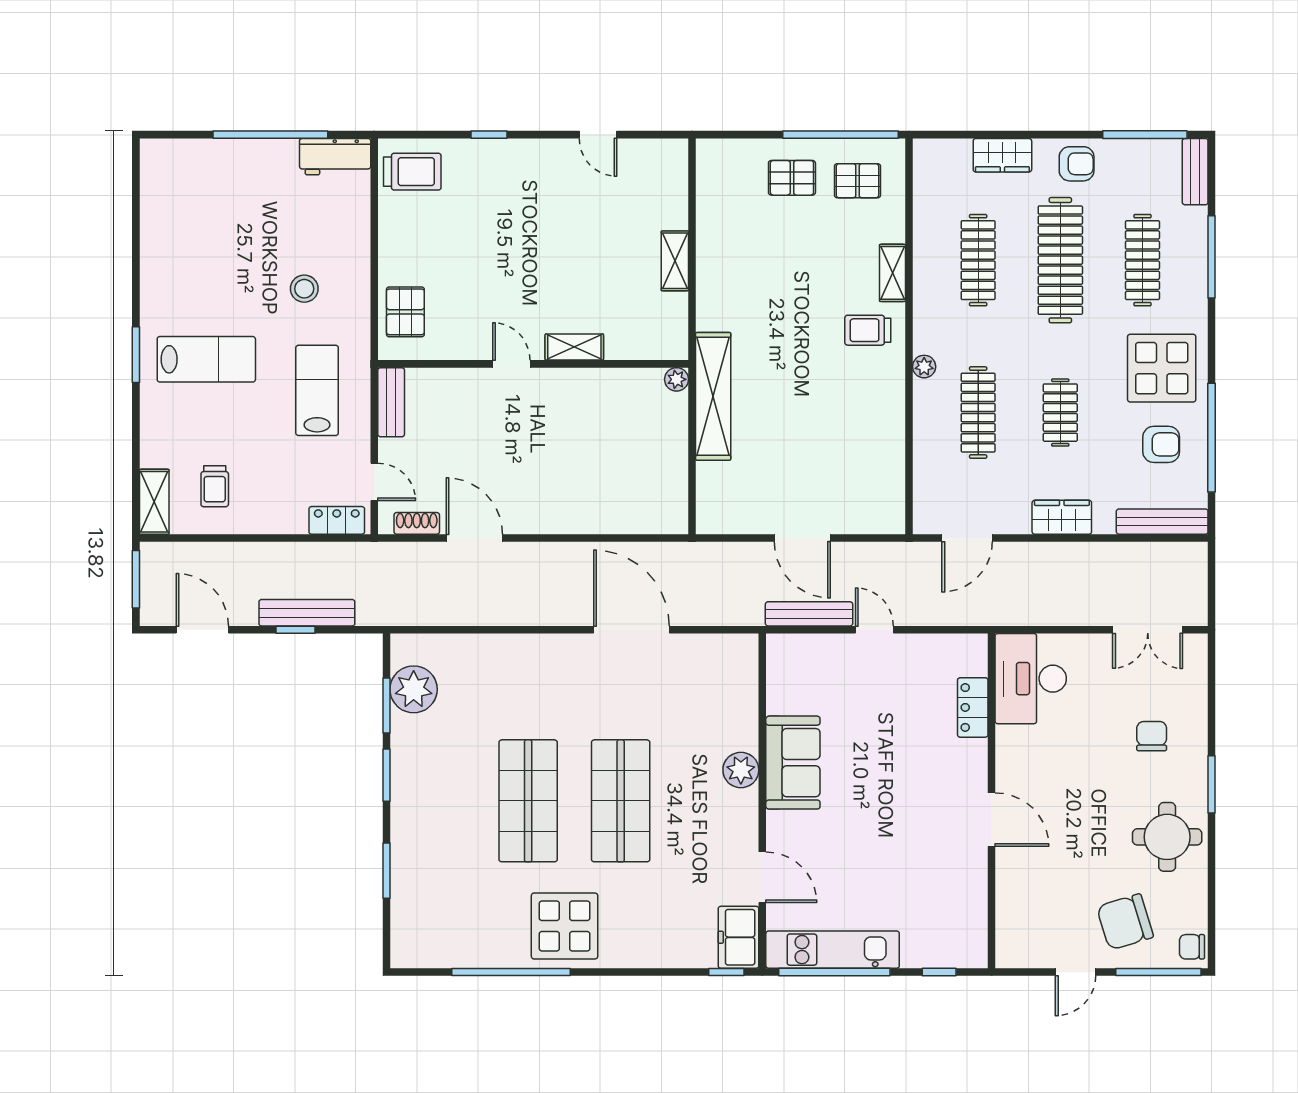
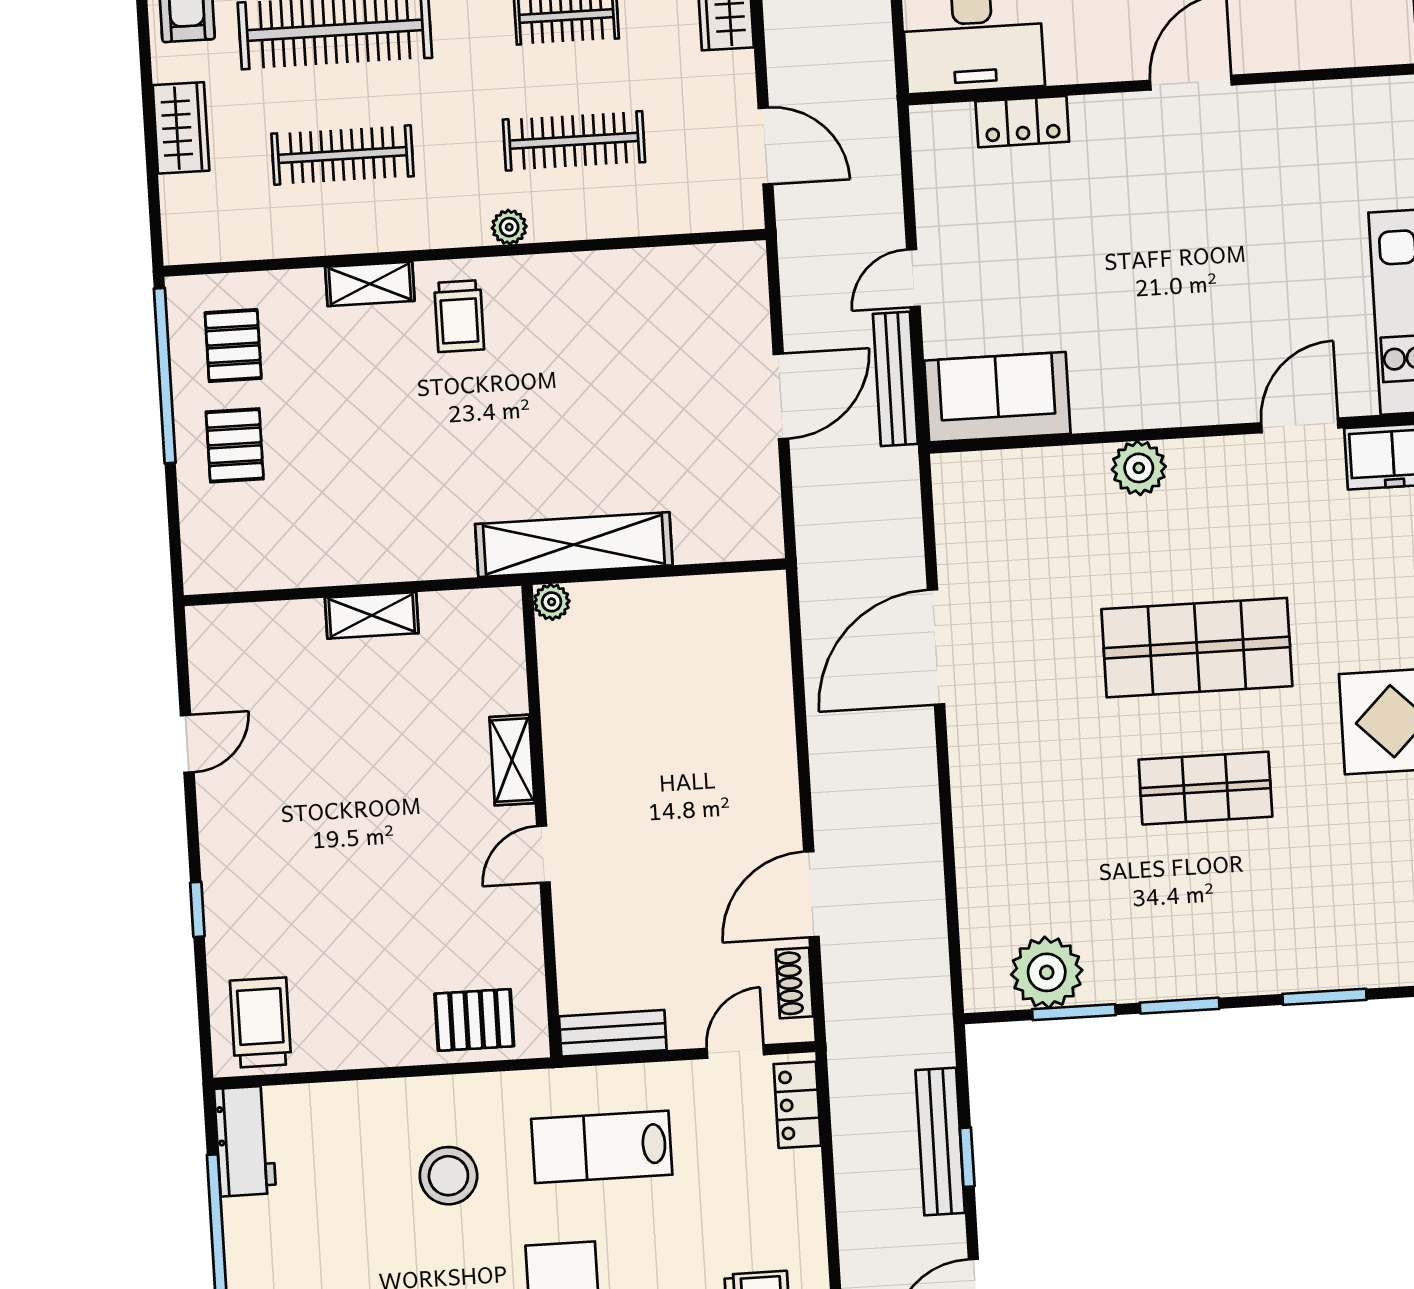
stool: (304, 289) -> (448, 1176), width x1.38, depth x1.38
sofa: (793, 763) -> (997, 397), moved
shop shelf: (528, 801) -> (1205, 788), width x0.70, depth x0.74

